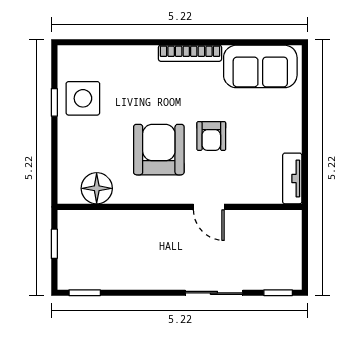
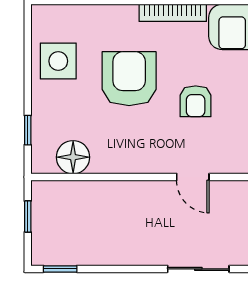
window: (54, 102) -> (28, 130), moved
armchair: (159, 150) -> (129, 79), moved

